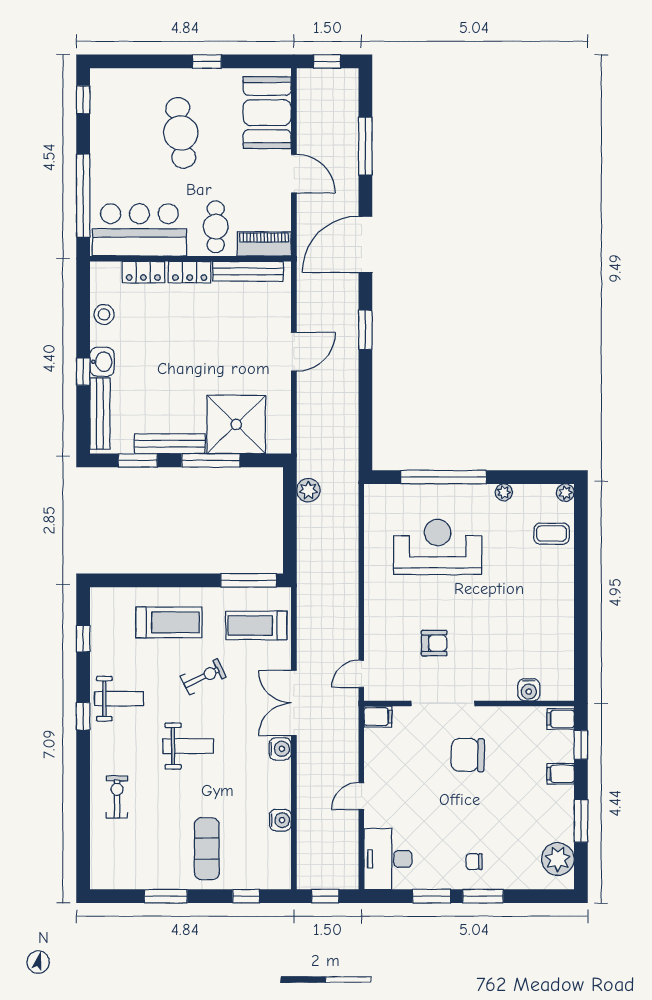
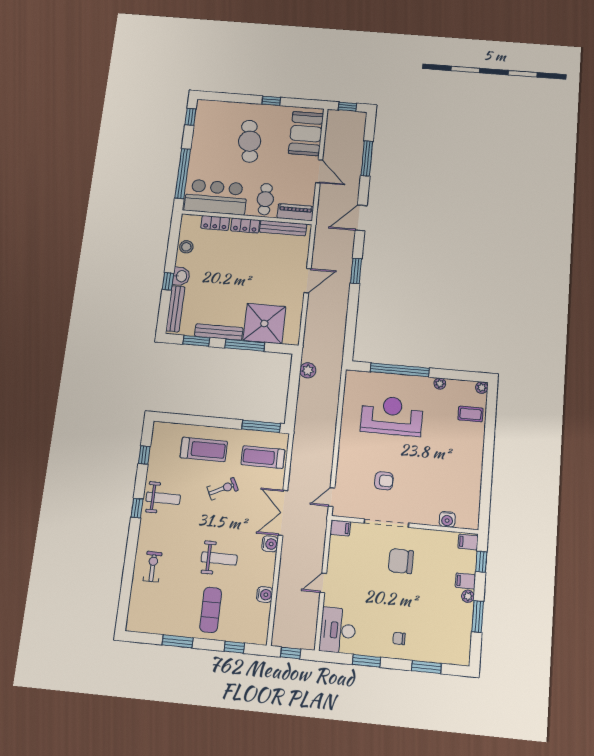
door: (365, 244) -> (361, 218), width x0.73
weight bench: (188, 746) -> (219, 558), moved
plant: (558, 859) -> (468, 596), moved, width x0.53, depth x0.53
window: (483, 896) -> (426, 667), moved

